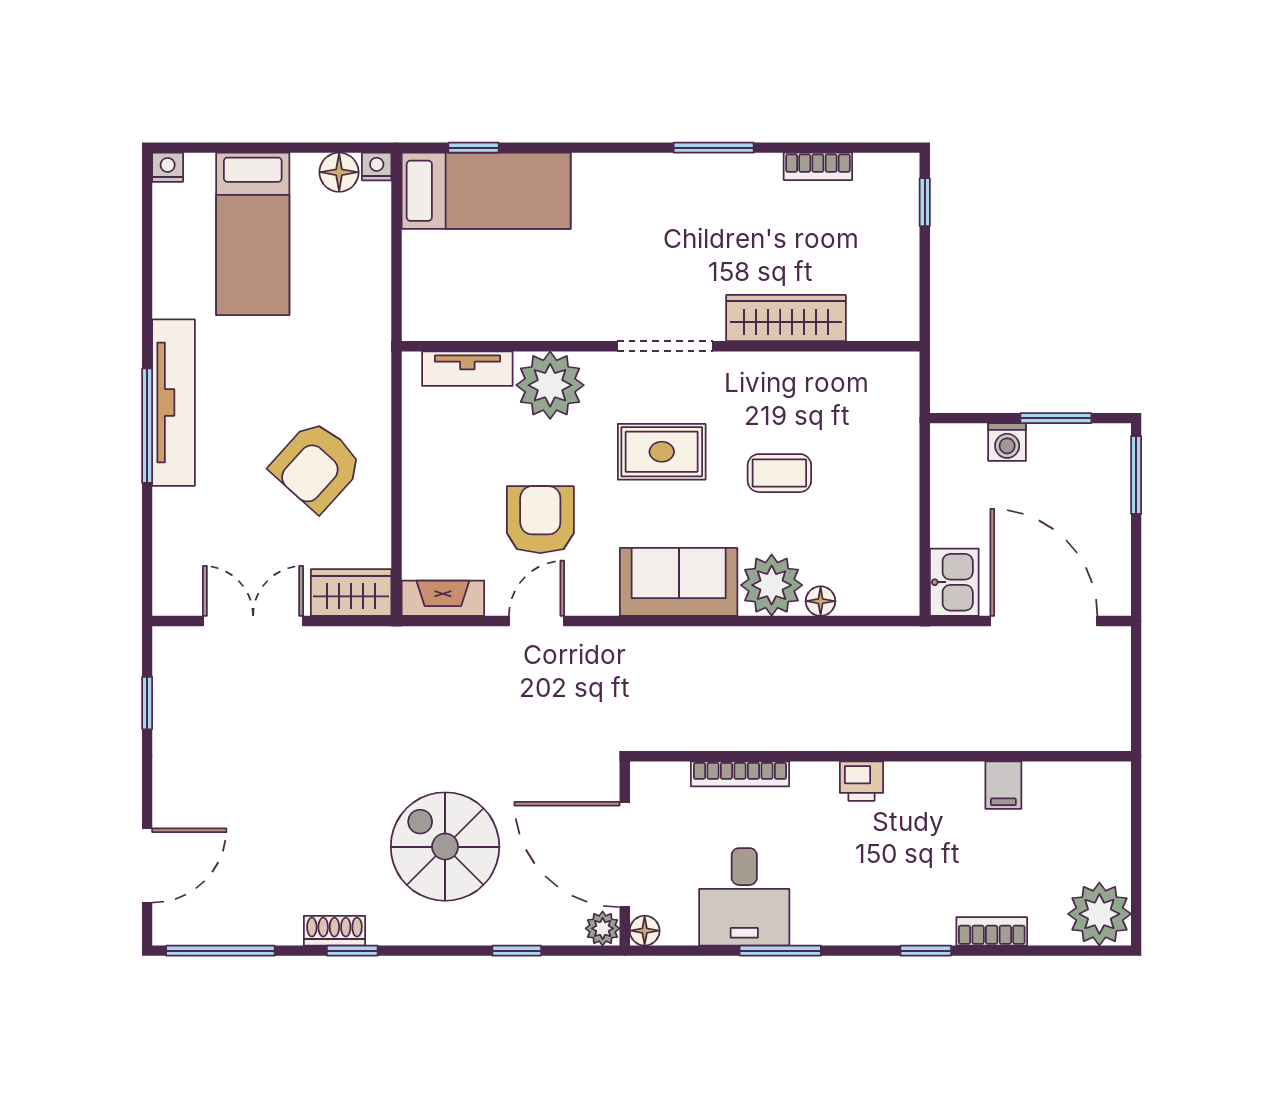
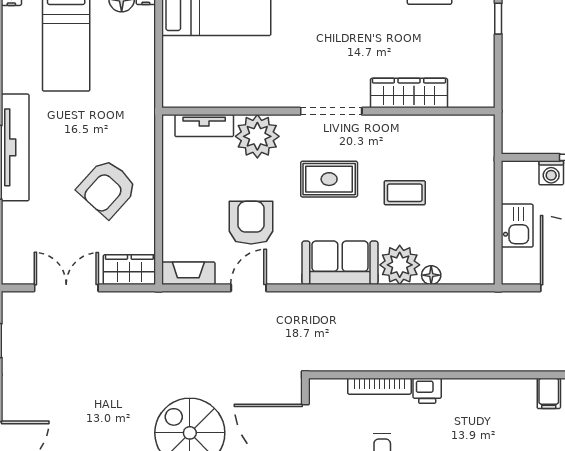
kitchen sink: (954, 582) -> (517, 226), moved
printer: (861, 781) -> (427, 391), moved

